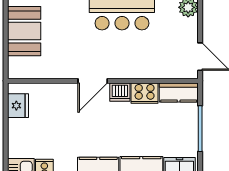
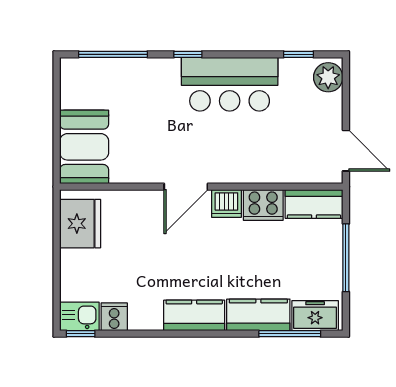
booth: (24, 31) -> (84, 147), moved
fridge: (18, 106) -> (80, 224), width x1.36, depth x1.34

